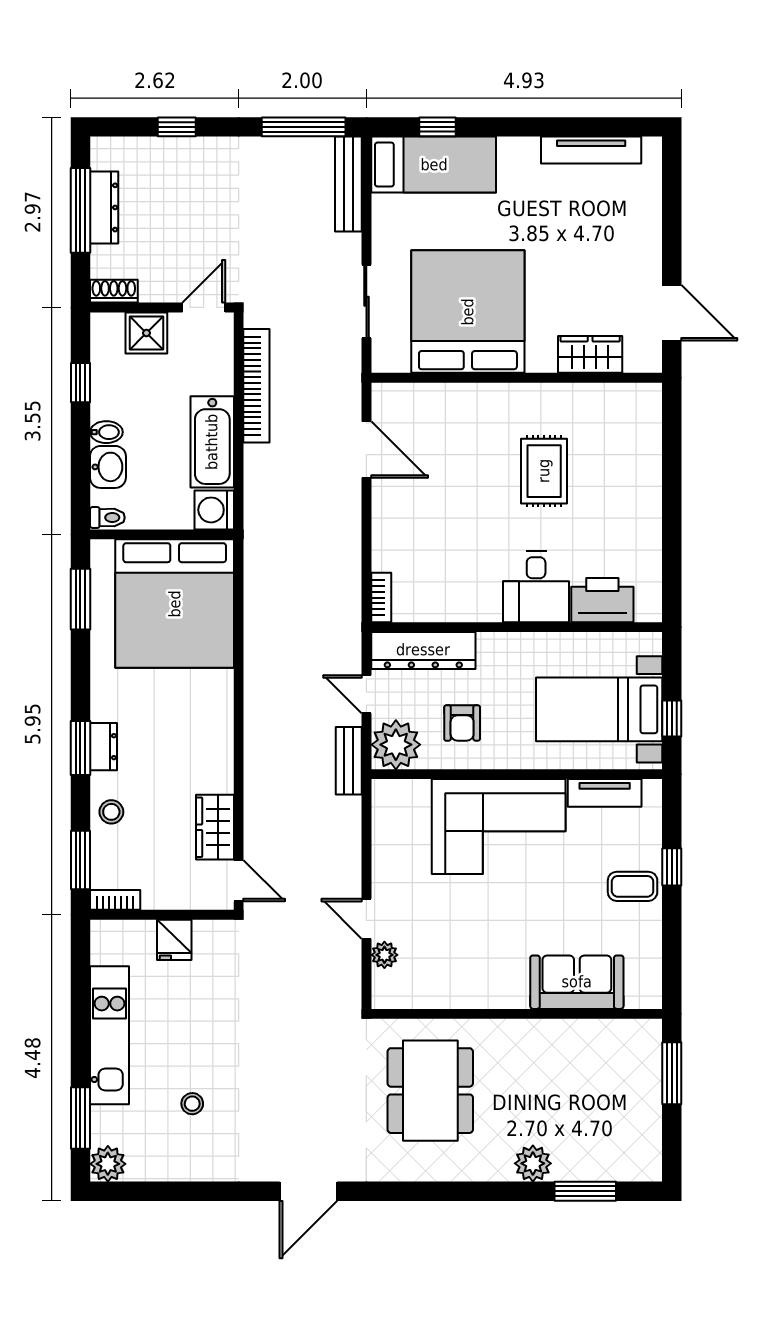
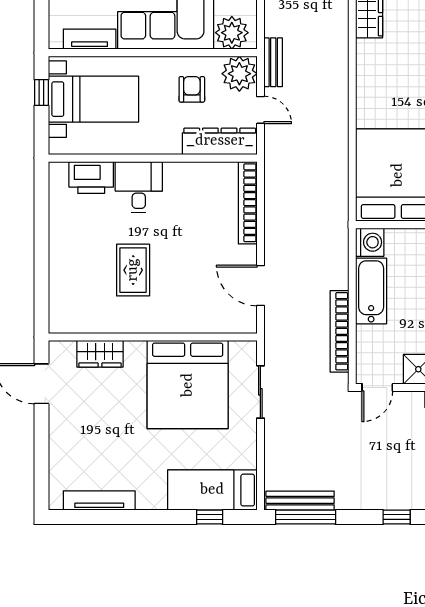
bench: (348, 184) -> (300, 501), moved, turned 90
bookcase: (381, 598) -> (248, 203), width x2.31, depth x1.31
plant: (406, 802) -> (232, 33), added

